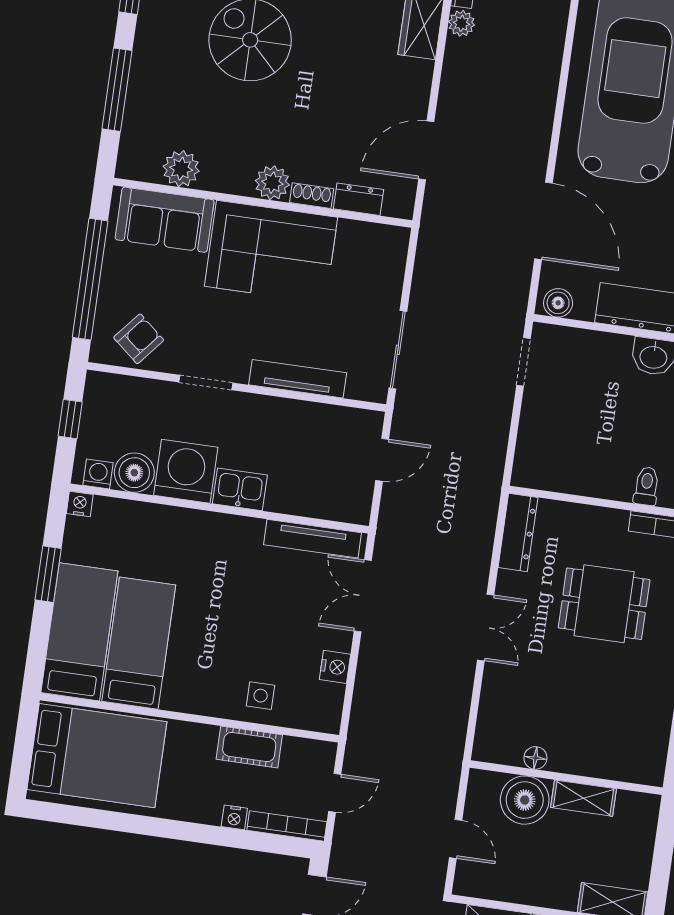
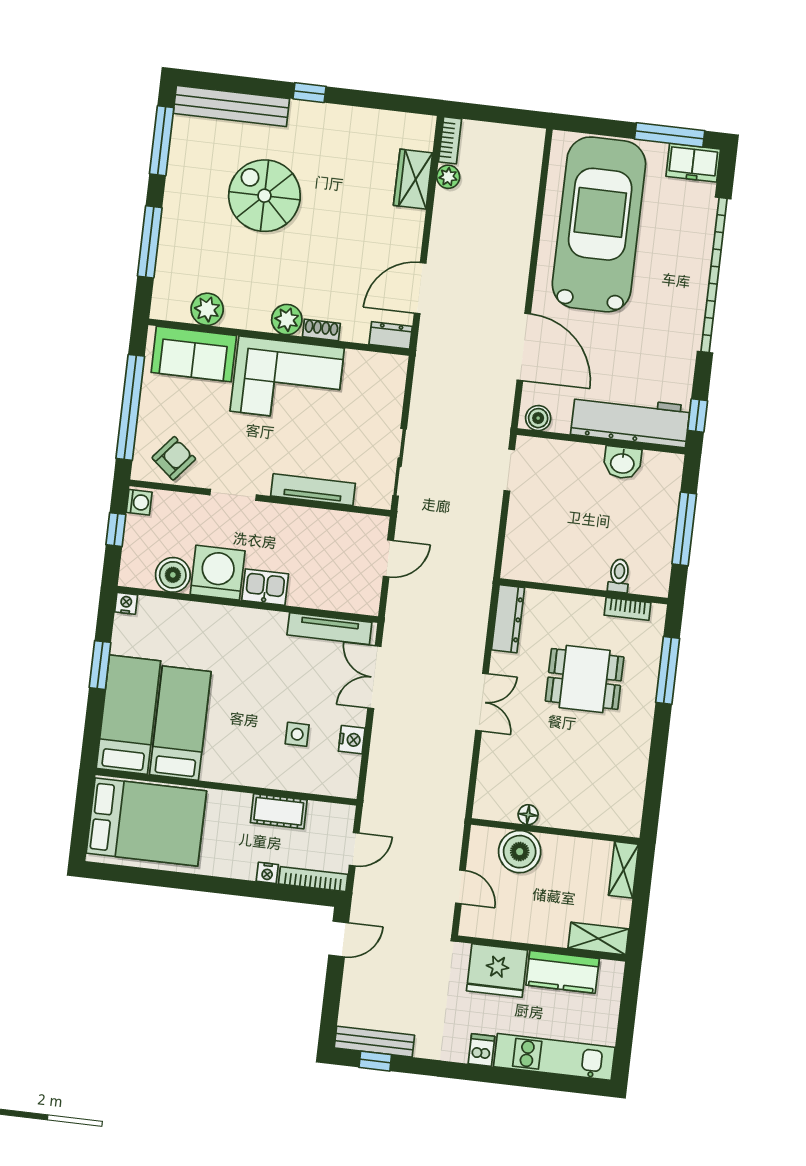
dresser: (358, 199) -> (391, 335), moved
washing machine: (98, 474) -> (139, 502), moved, turned 90
side table: (261, 696) -> (297, 734), moved
shelving: (583, 798) -> (624, 870), moved, turned 90

